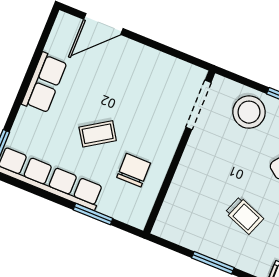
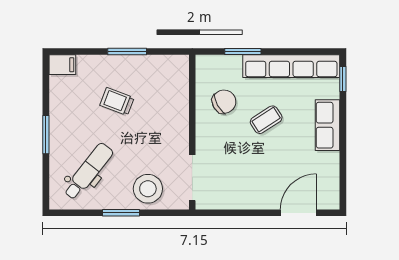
row of seats: (44, 83) -> (328, 125), moved
chair: (134, 170) -> (224, 102), turned -119

